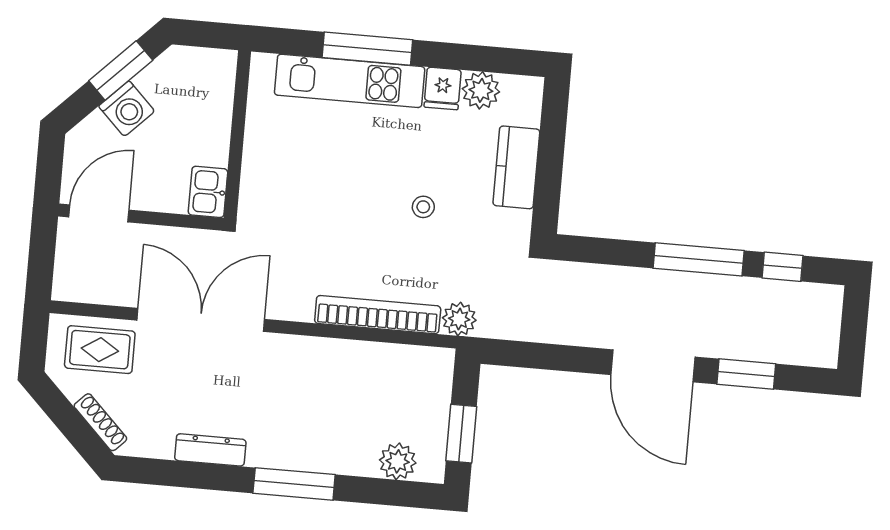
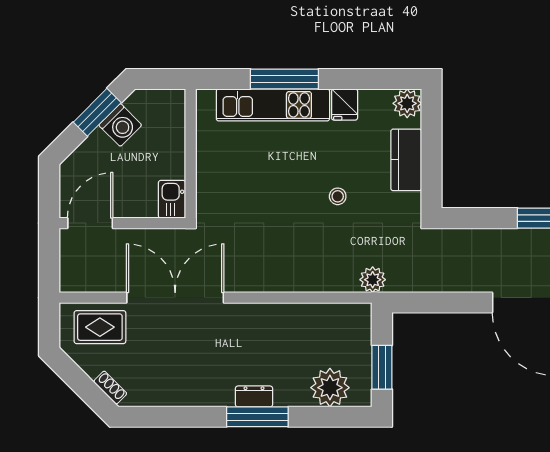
plant: (481, 90) -> (407, 103), moved
washing machine: (127, 109) -> (120, 125), moved
bookcase: (378, 315) -> (310, 282), removed
shoe rack: (100, 422) -> (110, 388), width x0.70
dresser: (210, 450) -> (254, 396), moved, width x0.70
plant: (398, 461) -> (330, 388), width x1.36, depth x1.36

